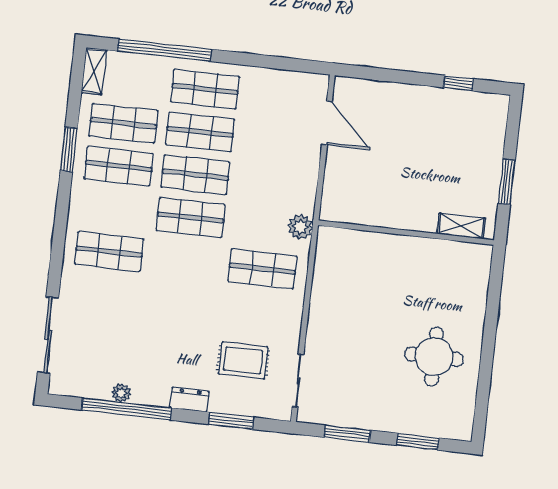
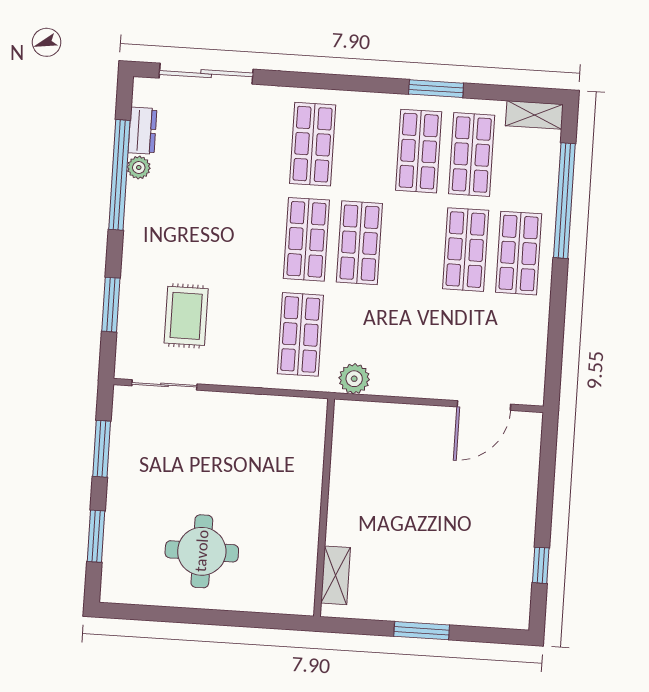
shop shelf: (195, 175) -> (306, 239), moved
shelving: (461, 226) -> (336, 575), moved
wall: (406, 233) -> (324, 508), moved
dresser: (190, 400) -> (142, 131), moved

